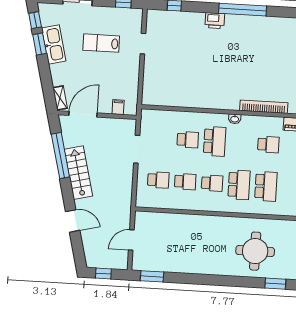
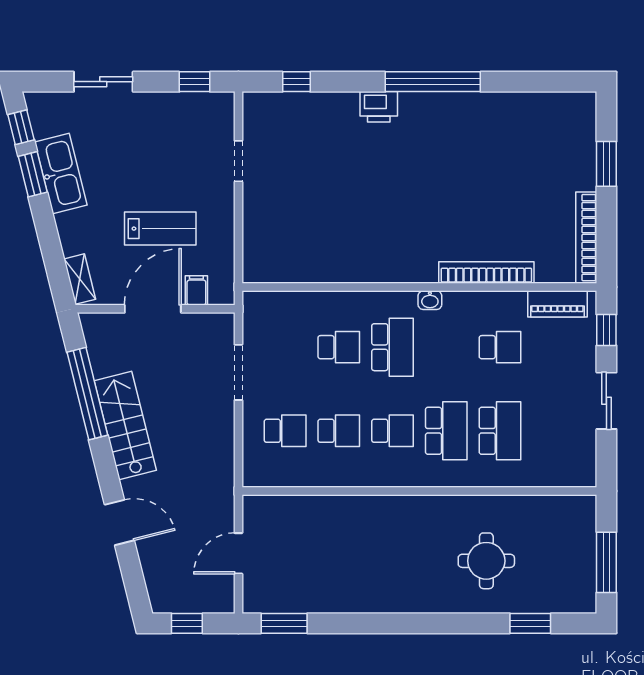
lab bench: (101, 43) -> (160, 229), moved, turned 180
door: (83, 114) -> (153, 309), moved
round table: (255, 251) -> (486, 561), width x0.73, depth x0.73

